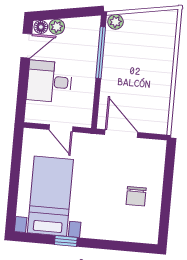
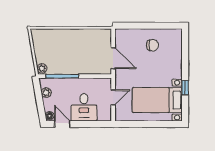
plant: (57, 27) -> (46, 93), moved
door: (121, 134) -> (113, 58), swing flipped

